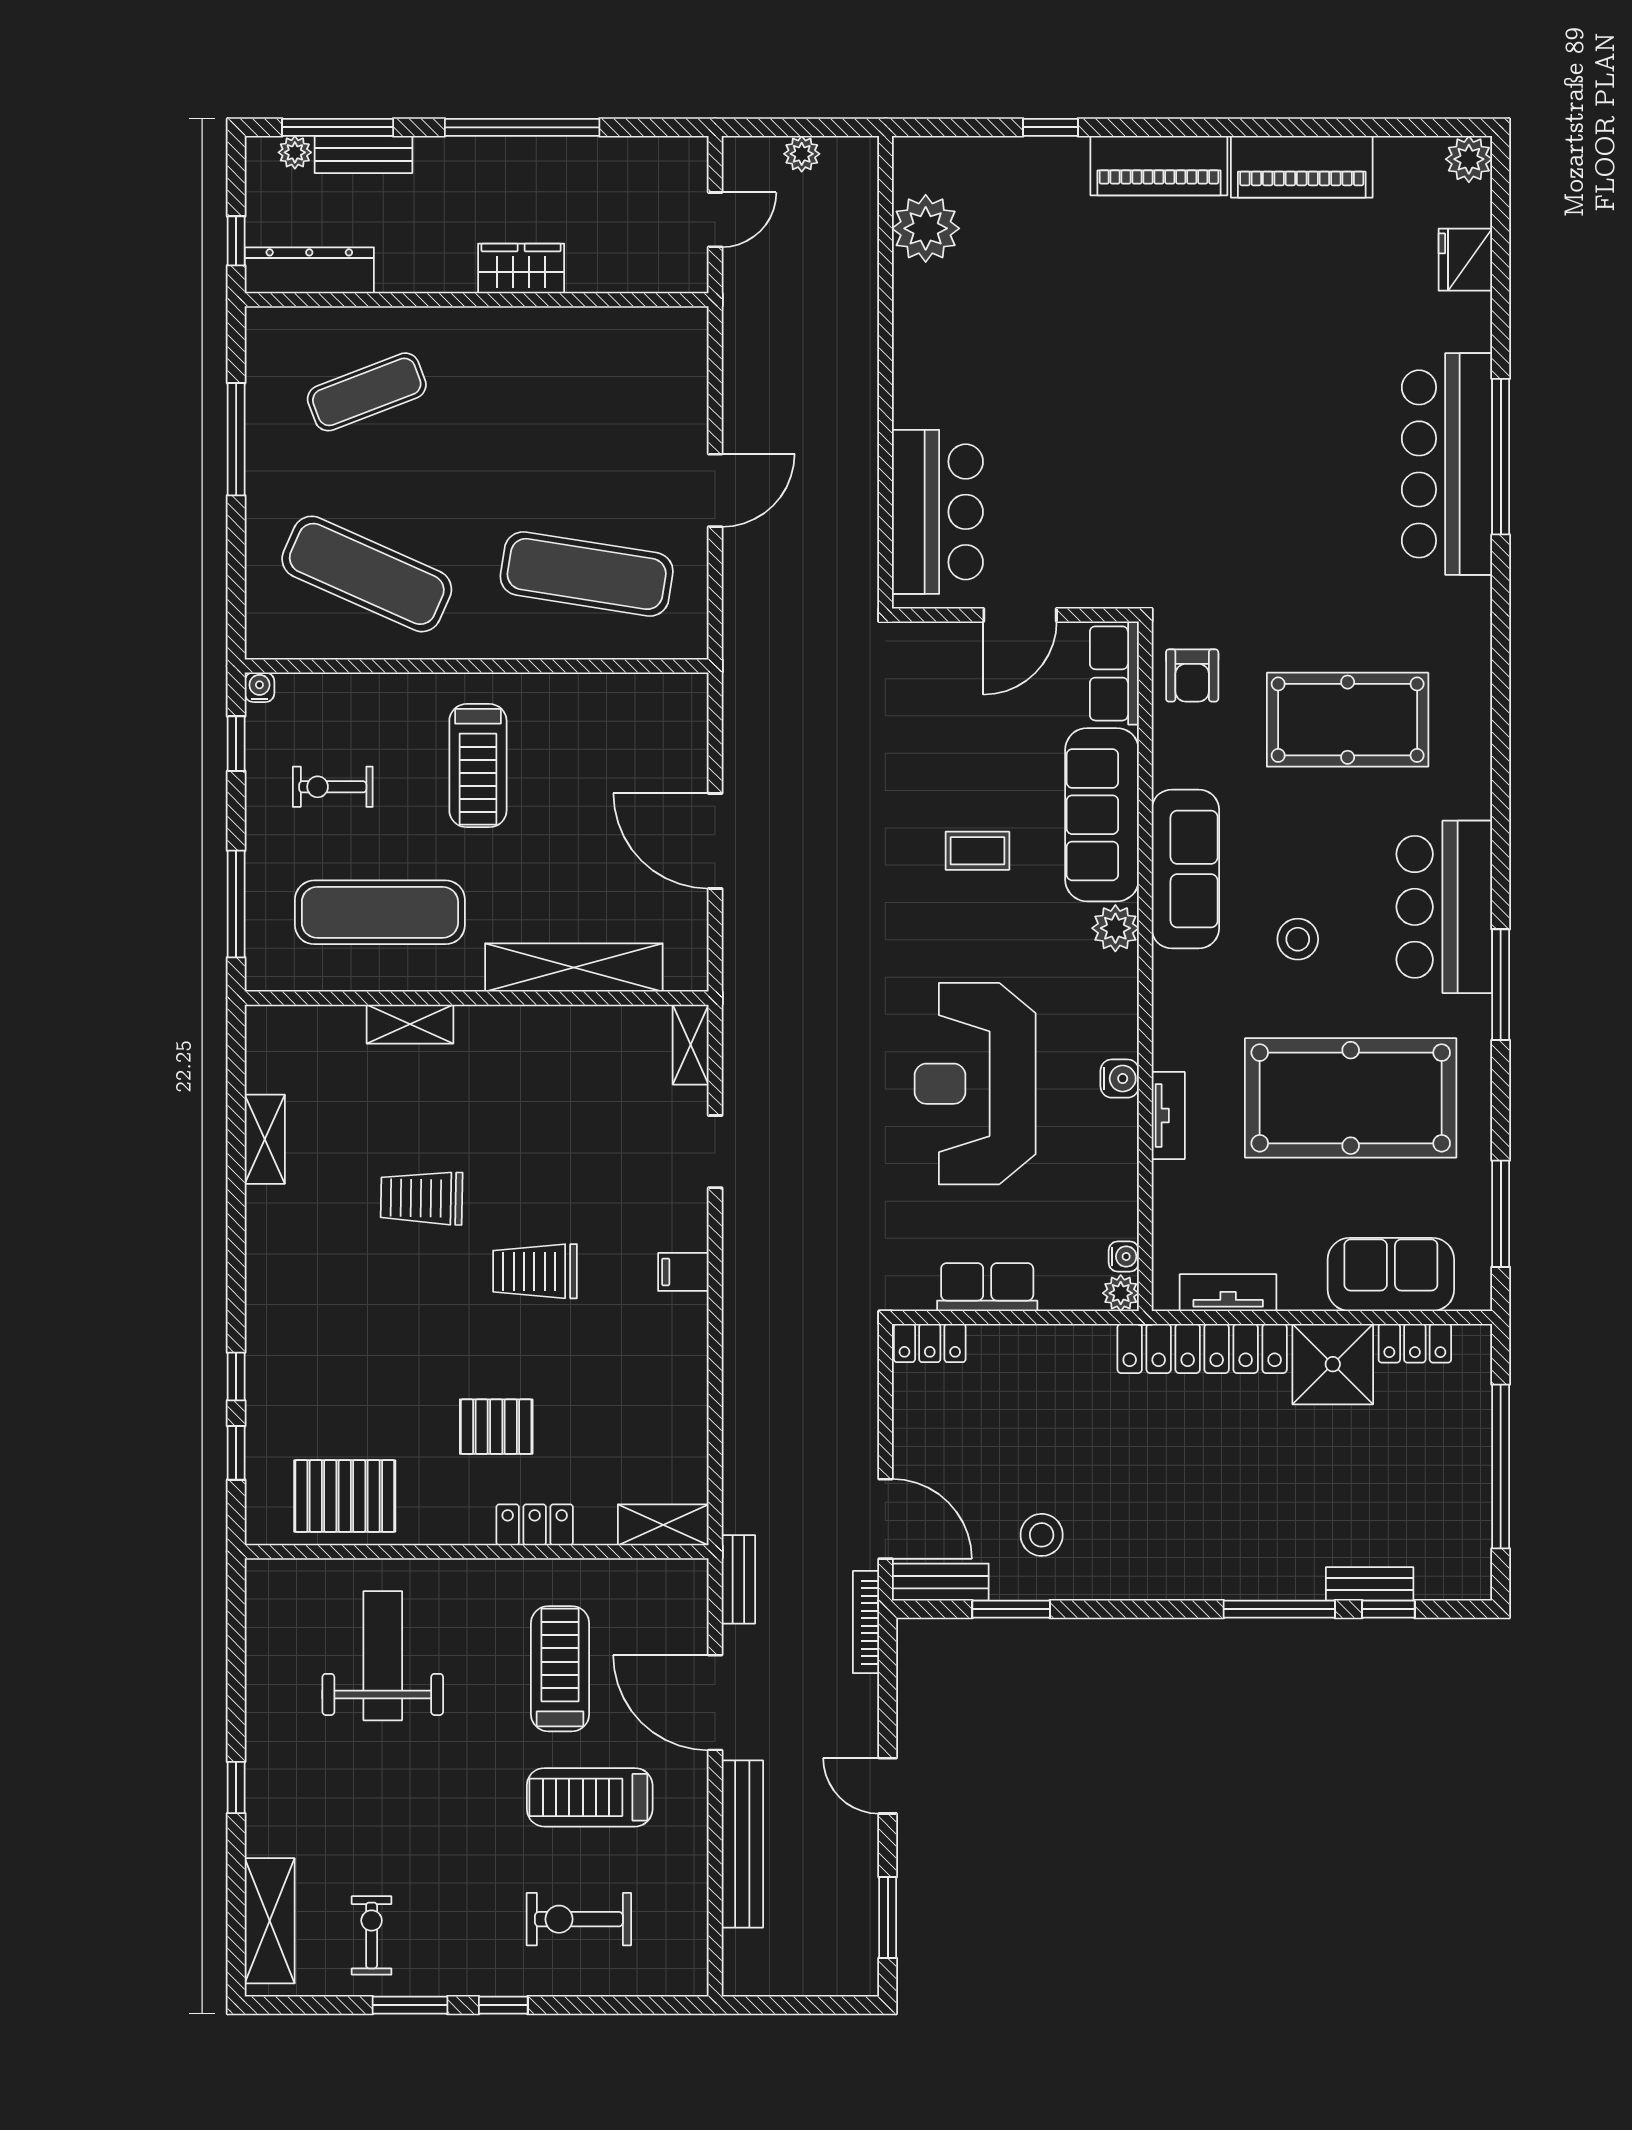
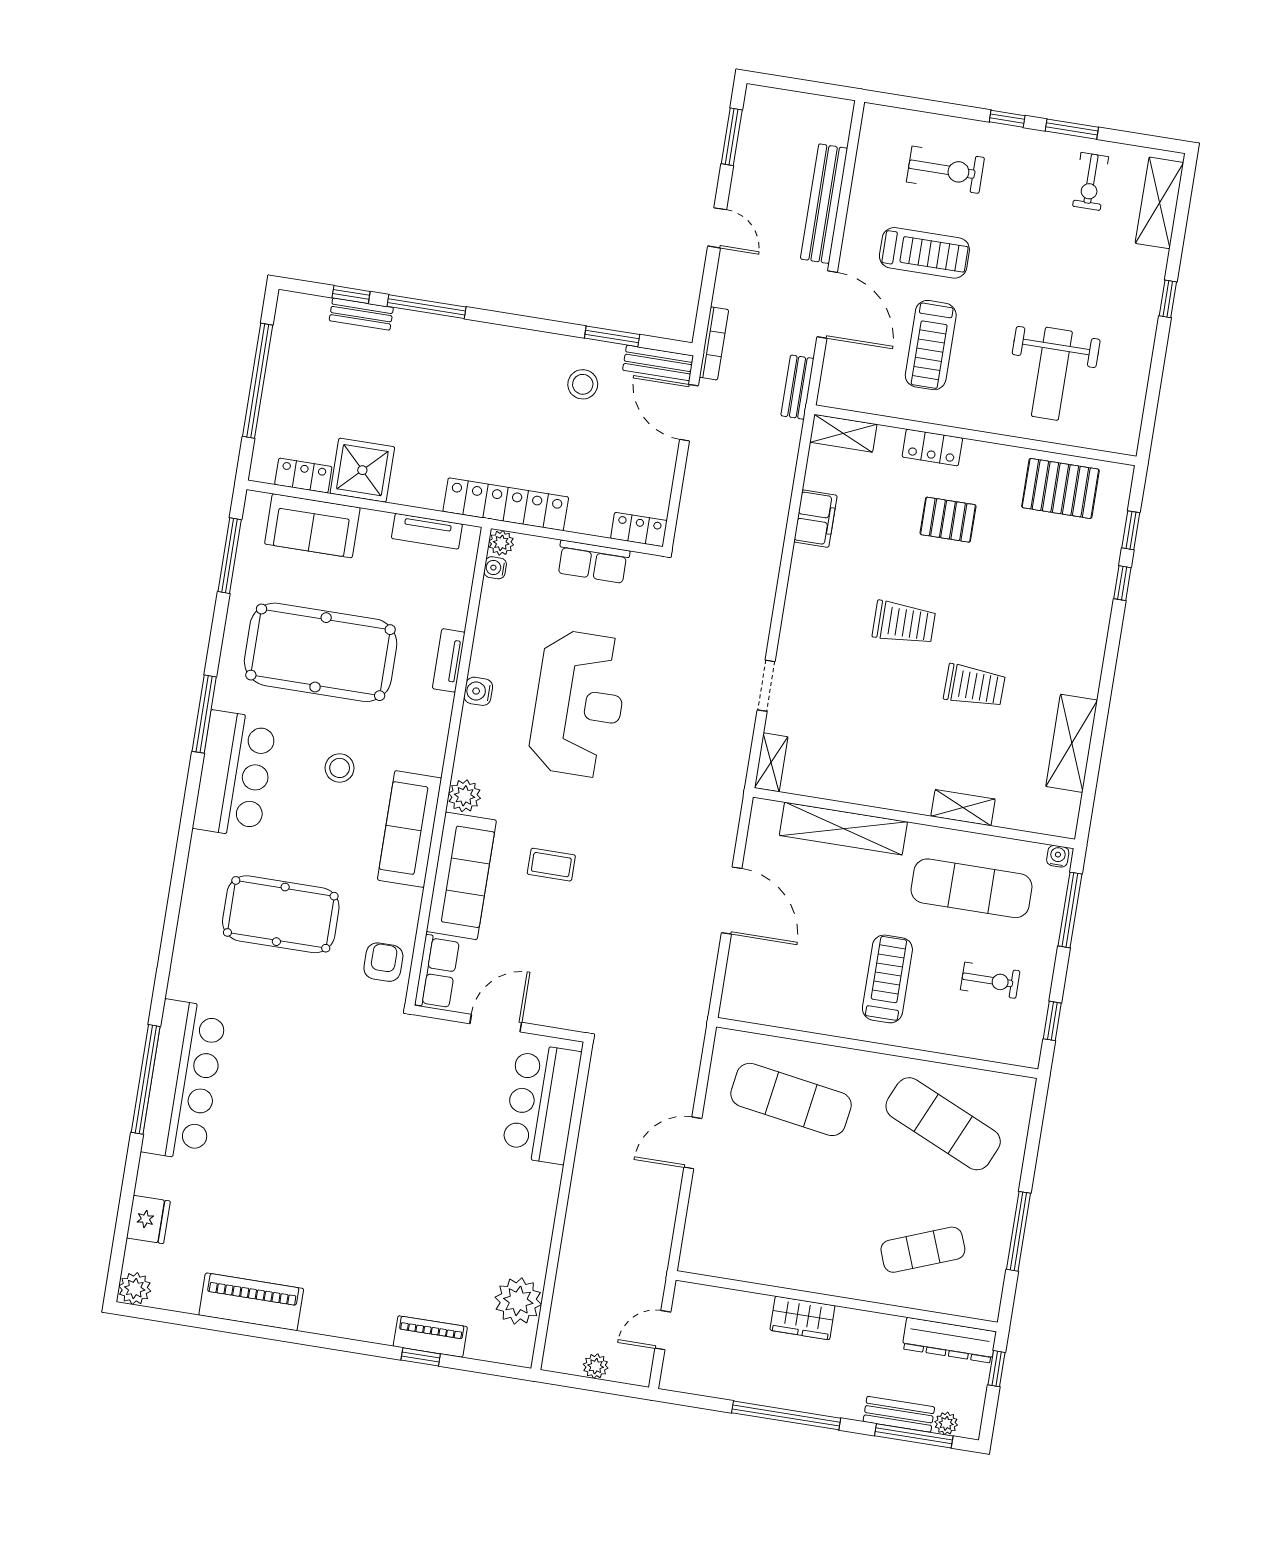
piano: (1159, 166) -> (430, 1336), moved, width x0.73, depth x0.75
water cooler: (259, 687) -> (1058, 856), moved, turned 180
shelving: (265, 1139) -> (1072, 743), width x1.50, depth x1.33
filing cabinet: (683, 1272) -> (815, 519), moved, width x2.00
locker: (1202, 1348) -> (506, 504), moved

